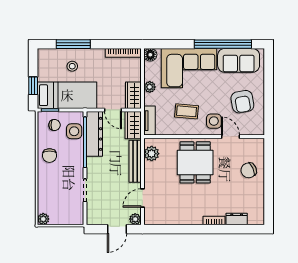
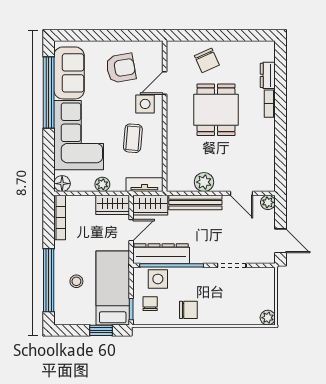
window: (73, 44) -> (49, 280), width x1.46
plant: (152, 154) -> (204, 182), moved
dining table: (195, 162) -> (216, 110), moved, turned 90
door: (117, 229) -> (280, 241), moved

